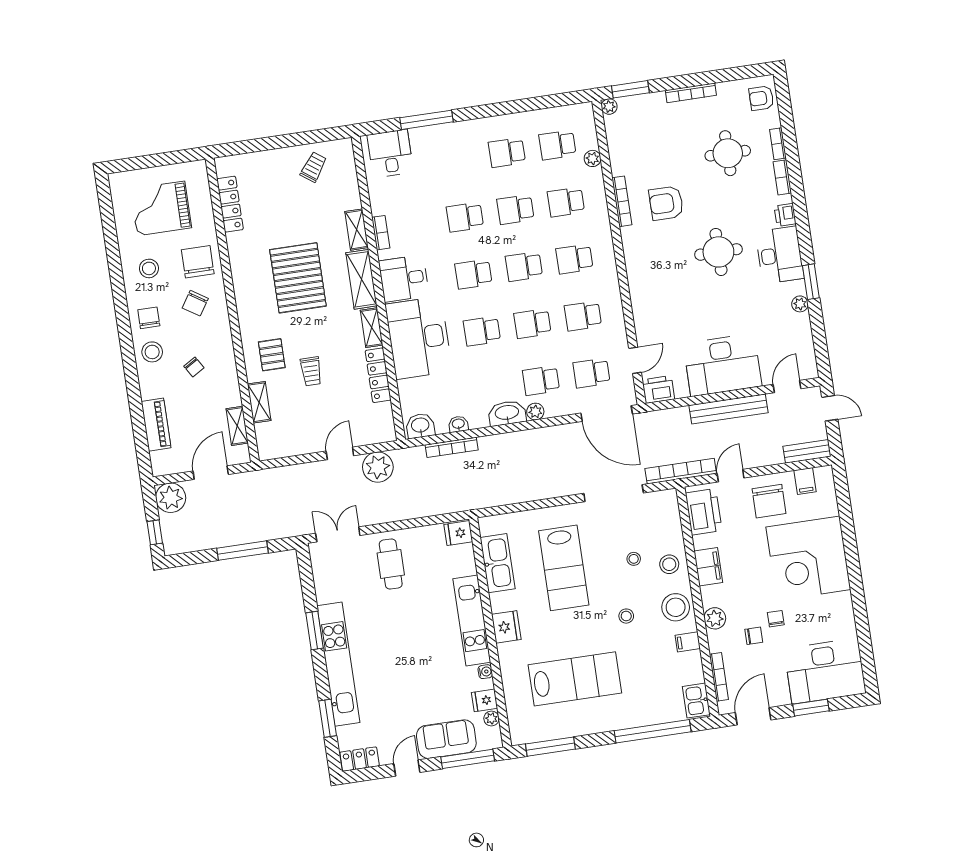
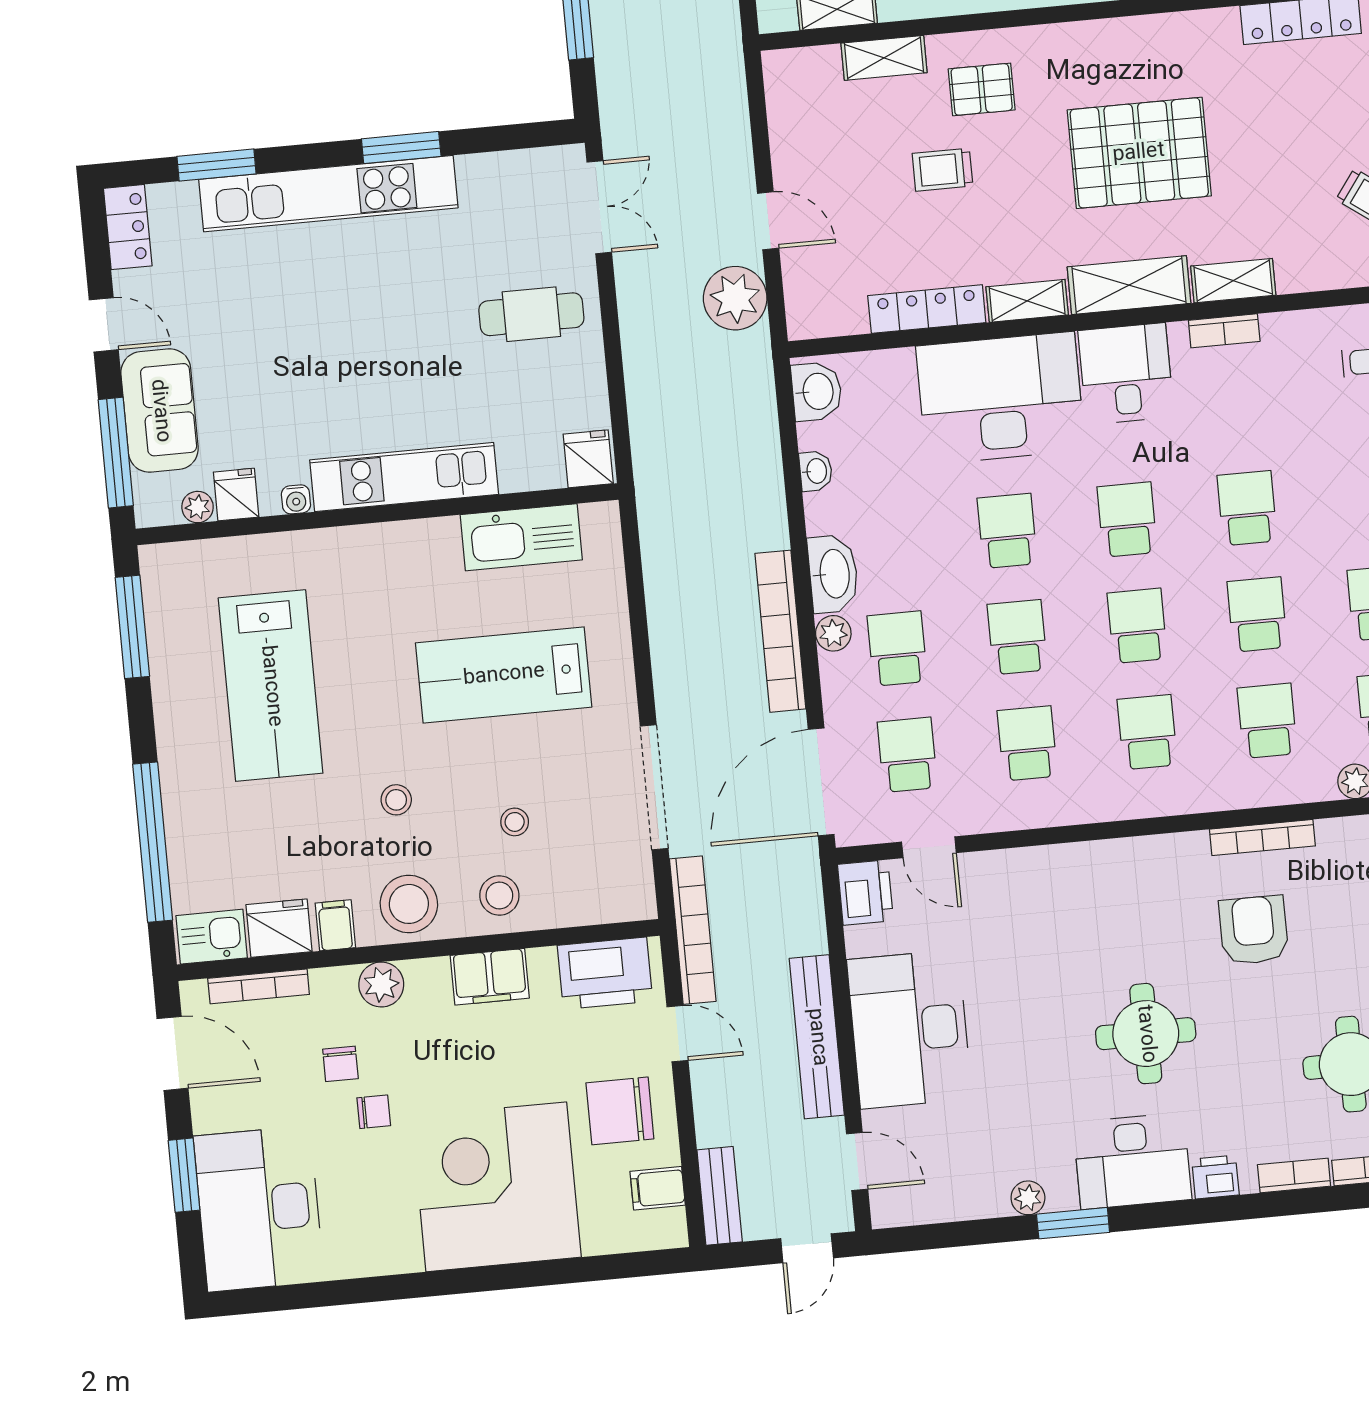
bookcase: (452, 447) -> (780, 631), moved, width x1.48, depth x1.31
fridge: (506, 627) -> (279, 928), moved, turned 180

